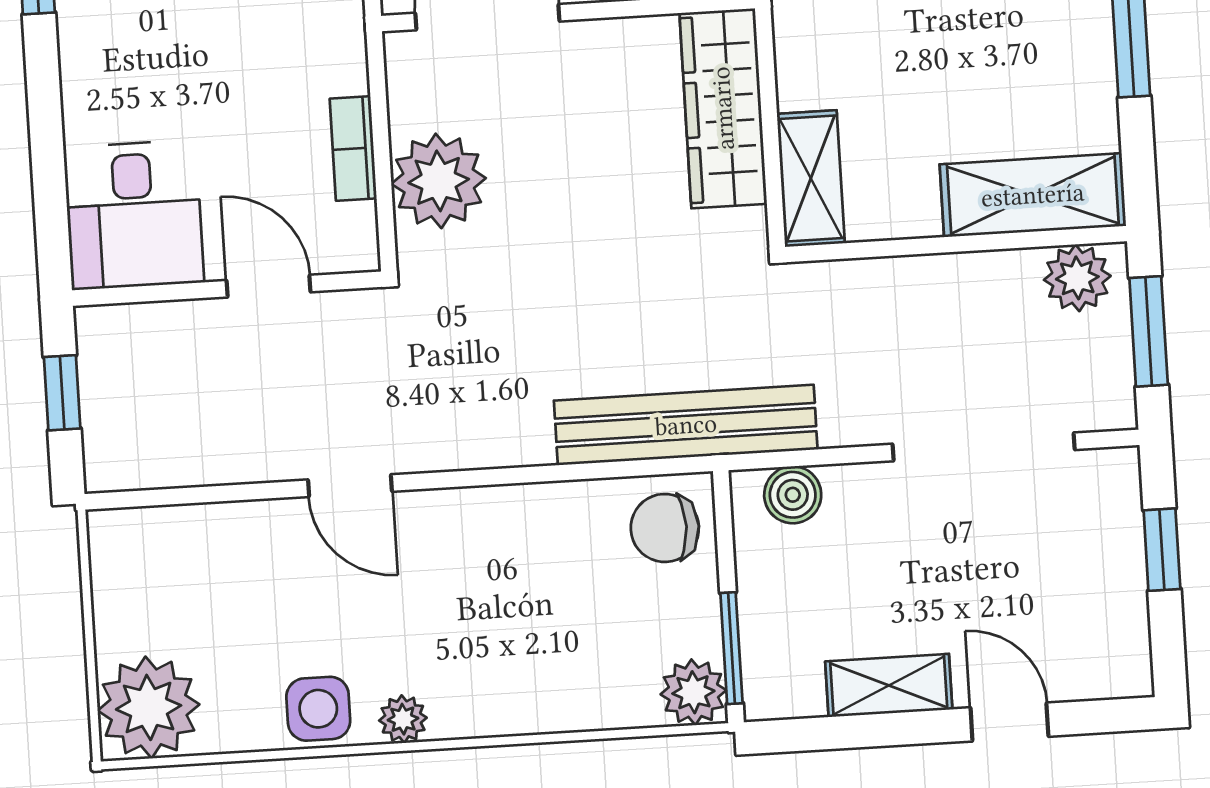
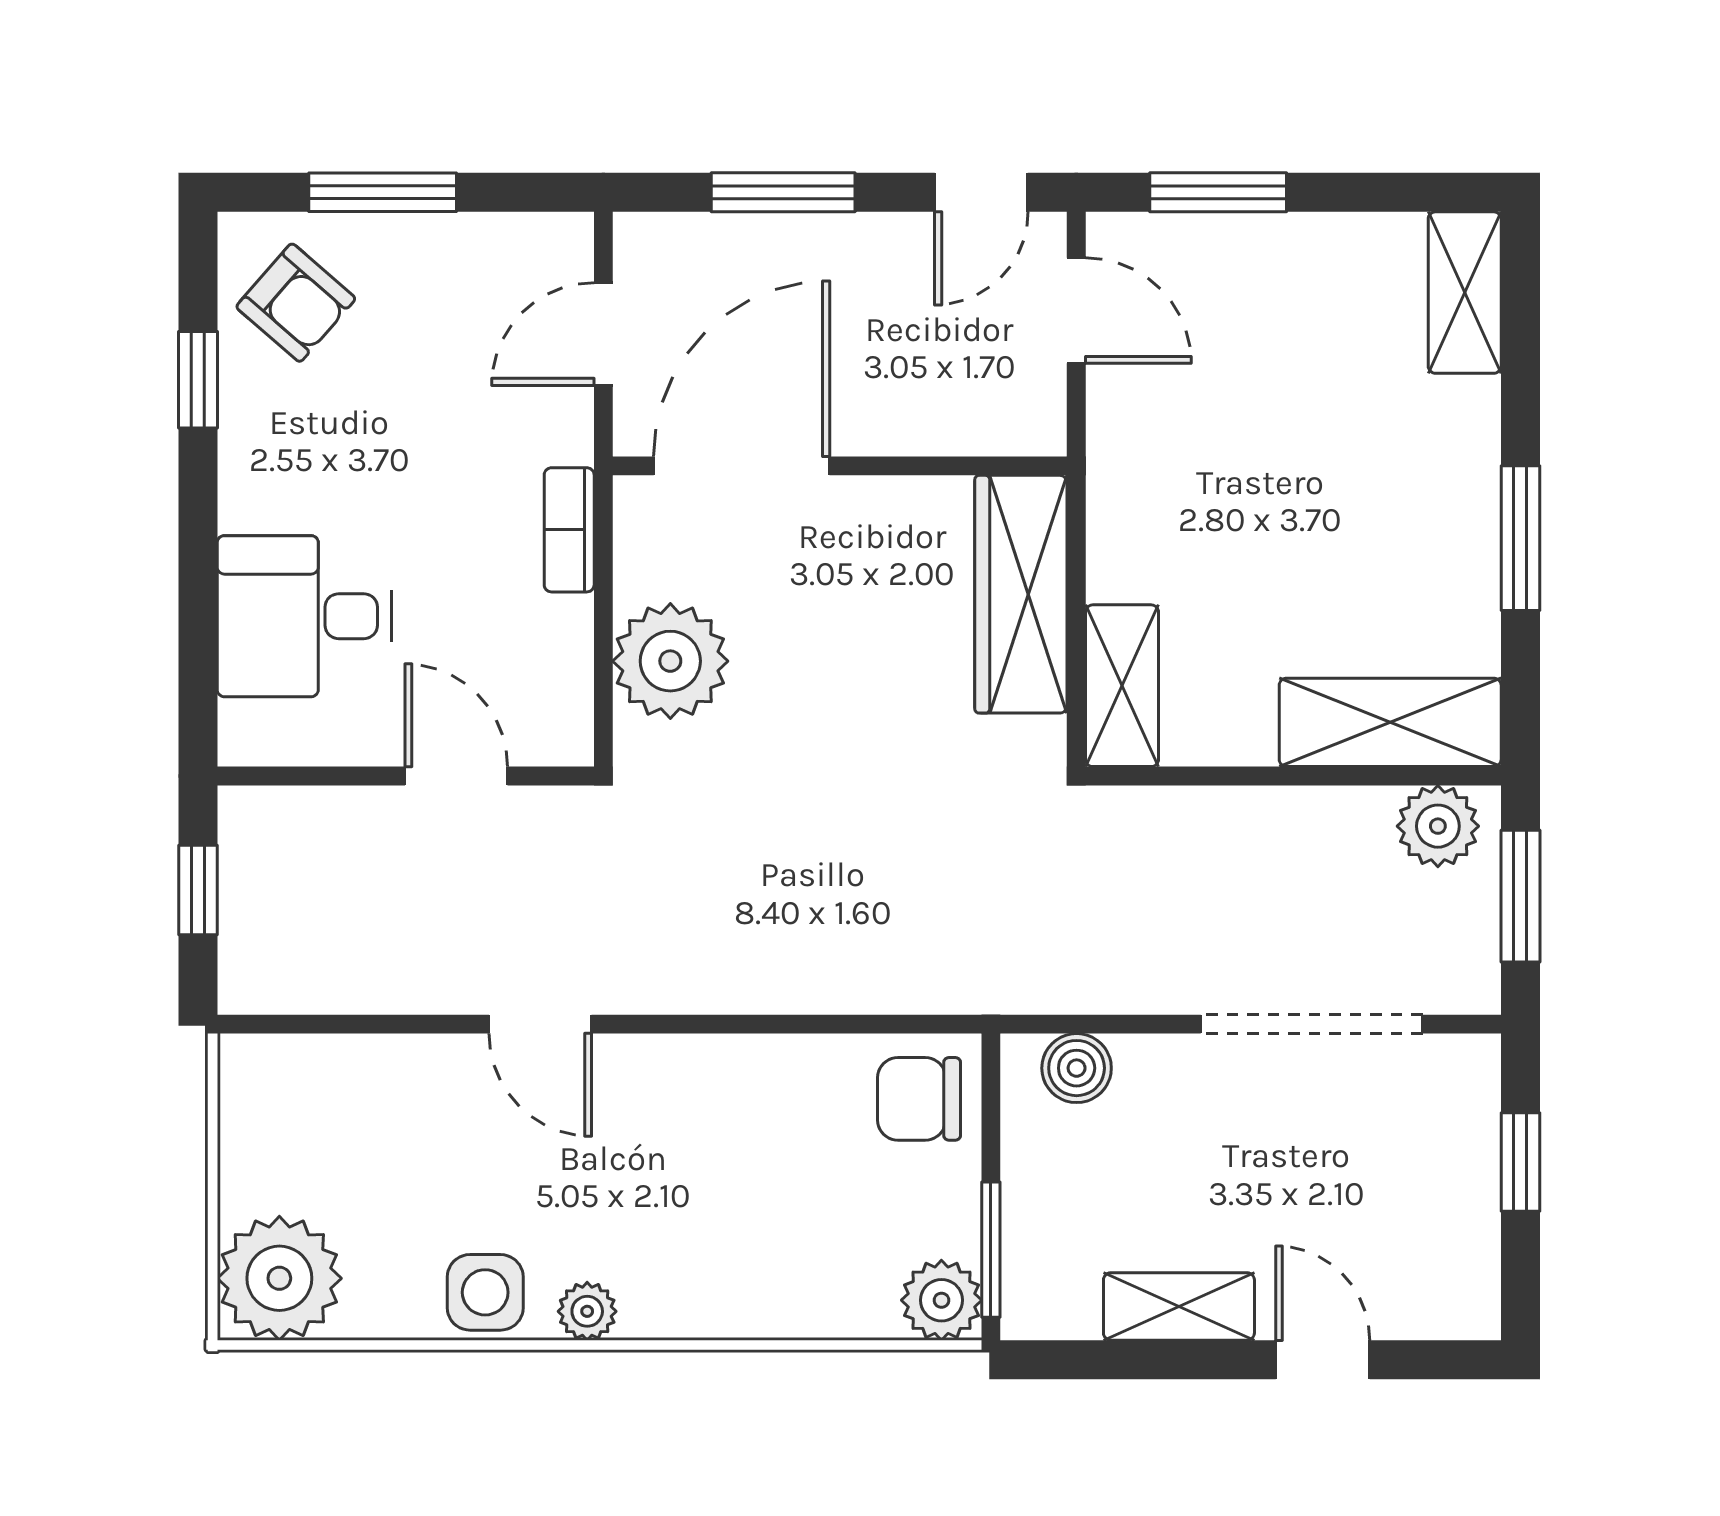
bookcase: (353, 149) -> (569, 530), moved
desk: (134, 215) -> (304, 616), moved, turned 90
bench: (686, 425) -> (952, 975), removed

